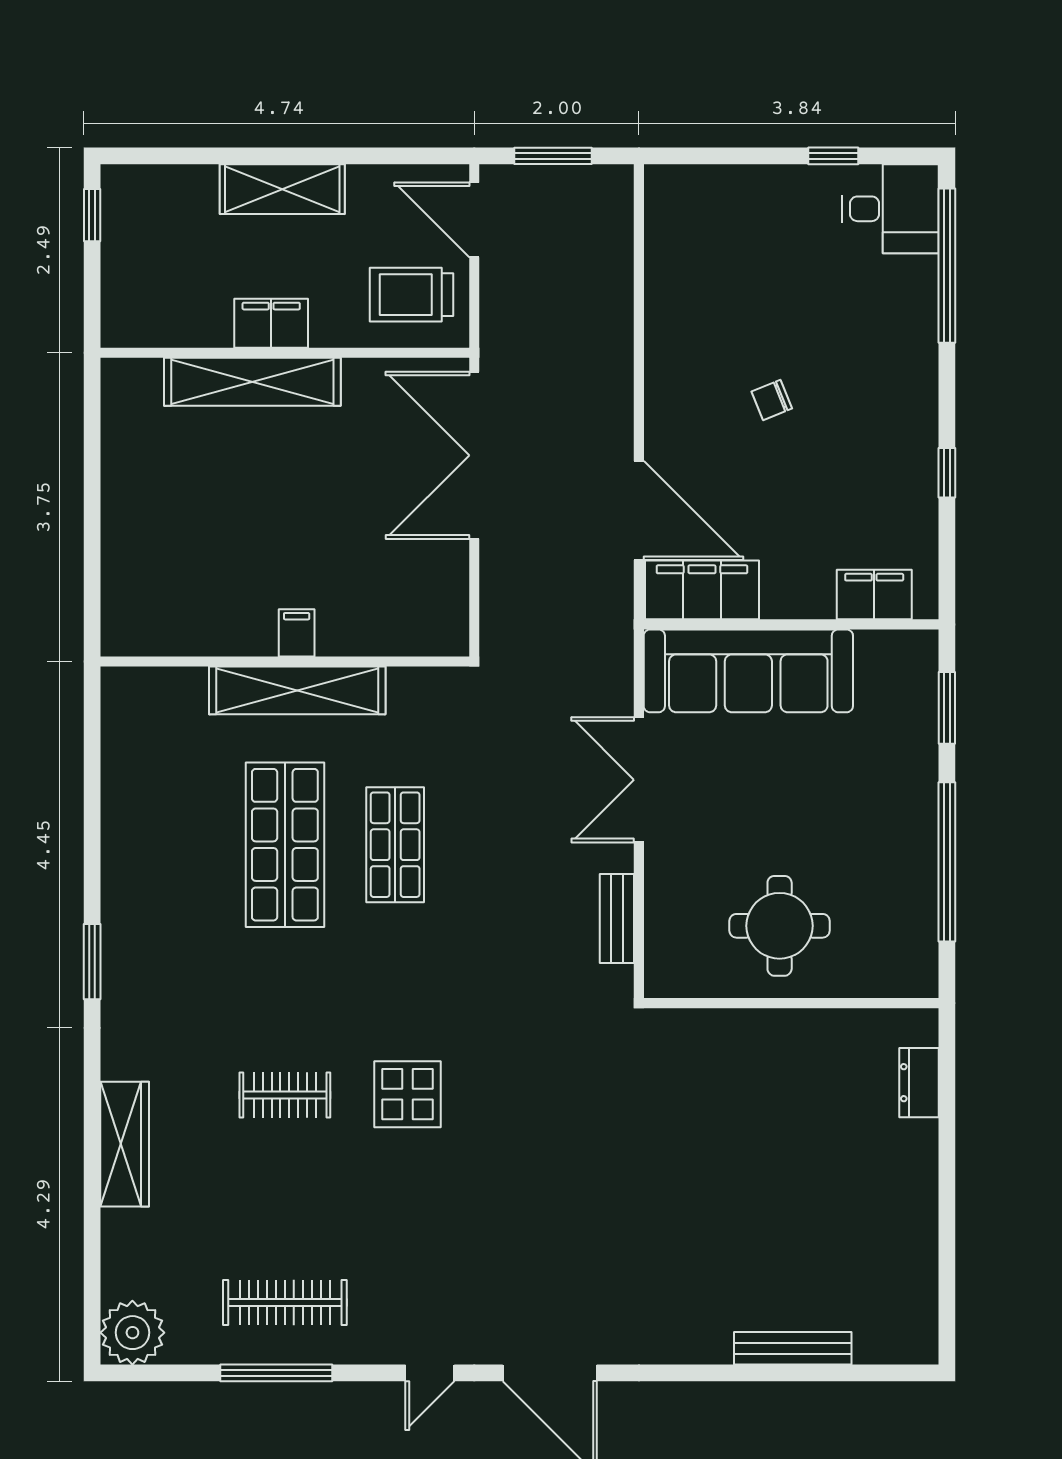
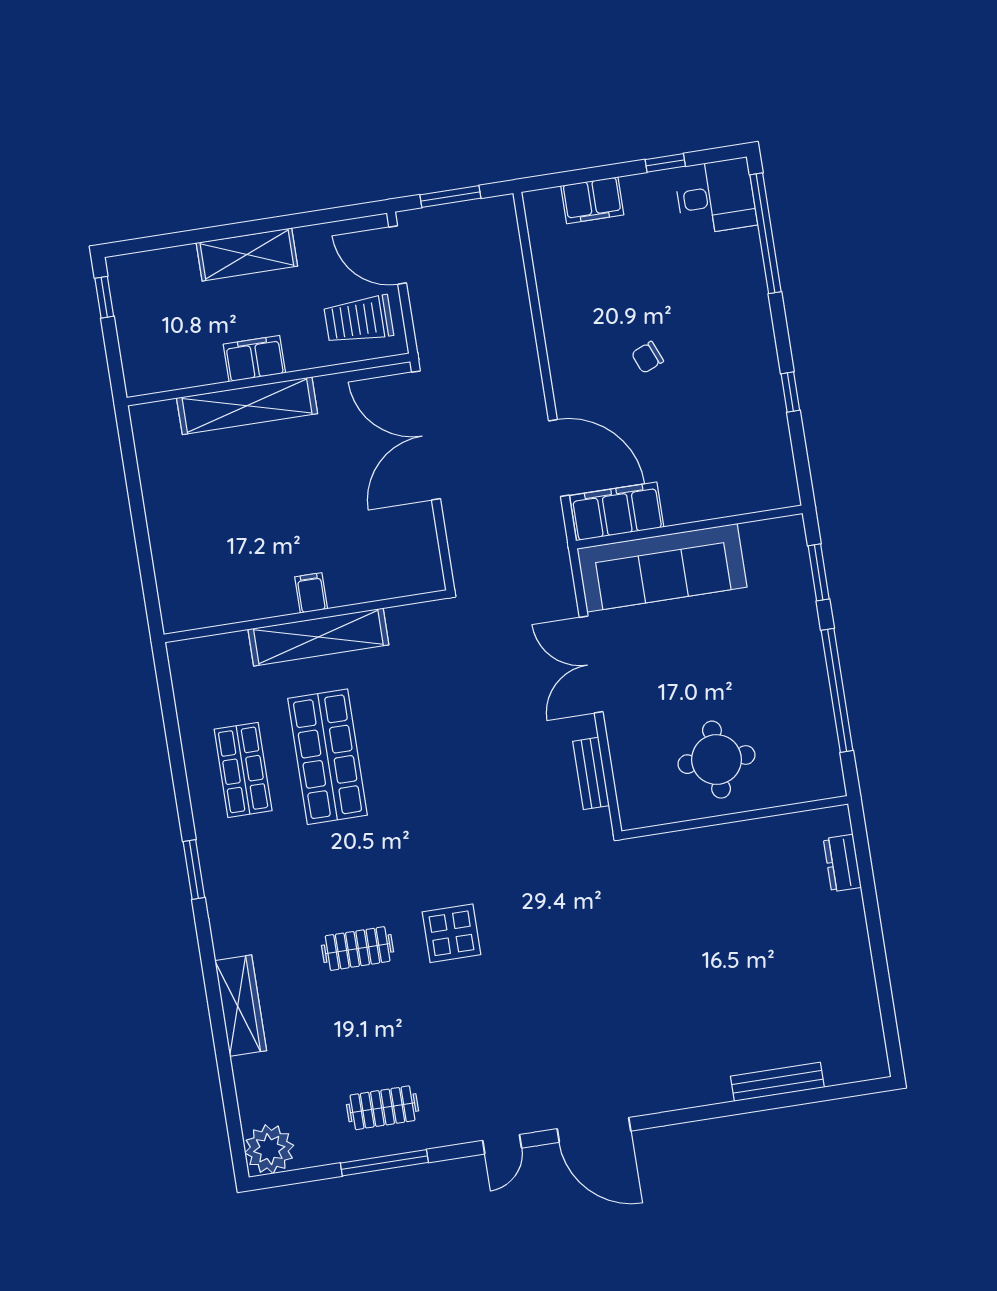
filing cabinet: (874, 595) -> (592, 200), moved, turned 180
shop shelf: (395, 845) -> (243, 770), moved
clothes rail: (285, 1303) -> (382, 1108), width x0.73

